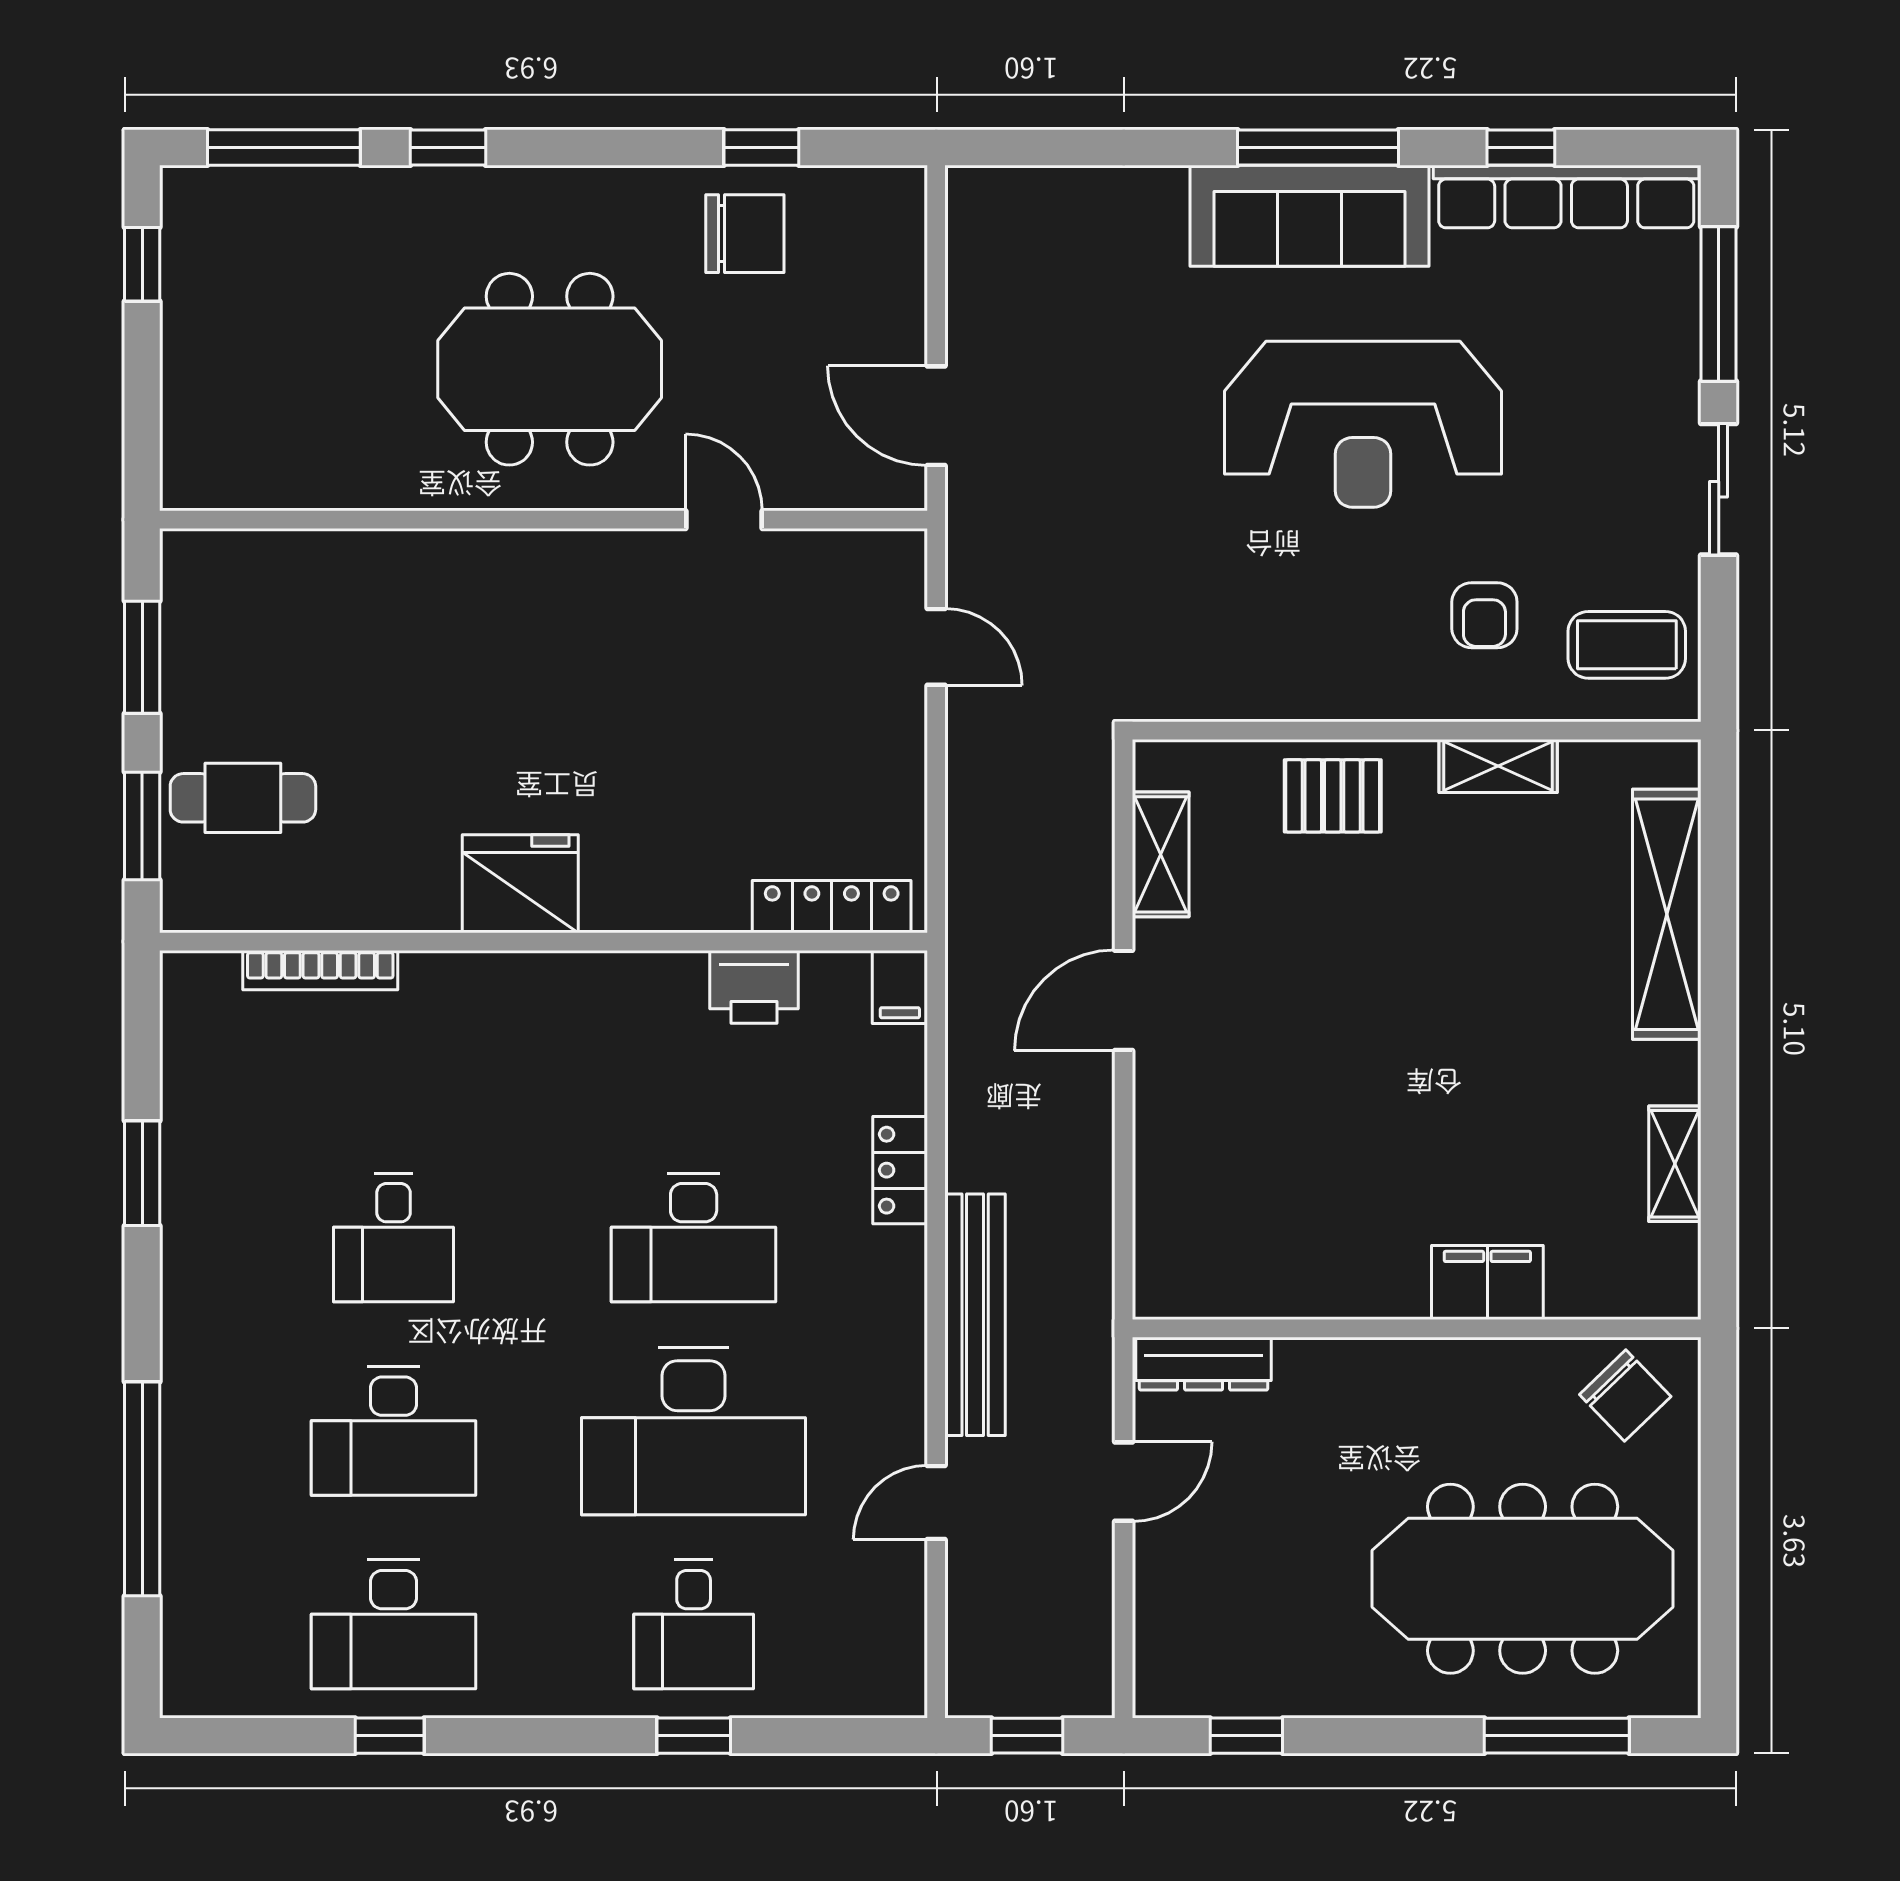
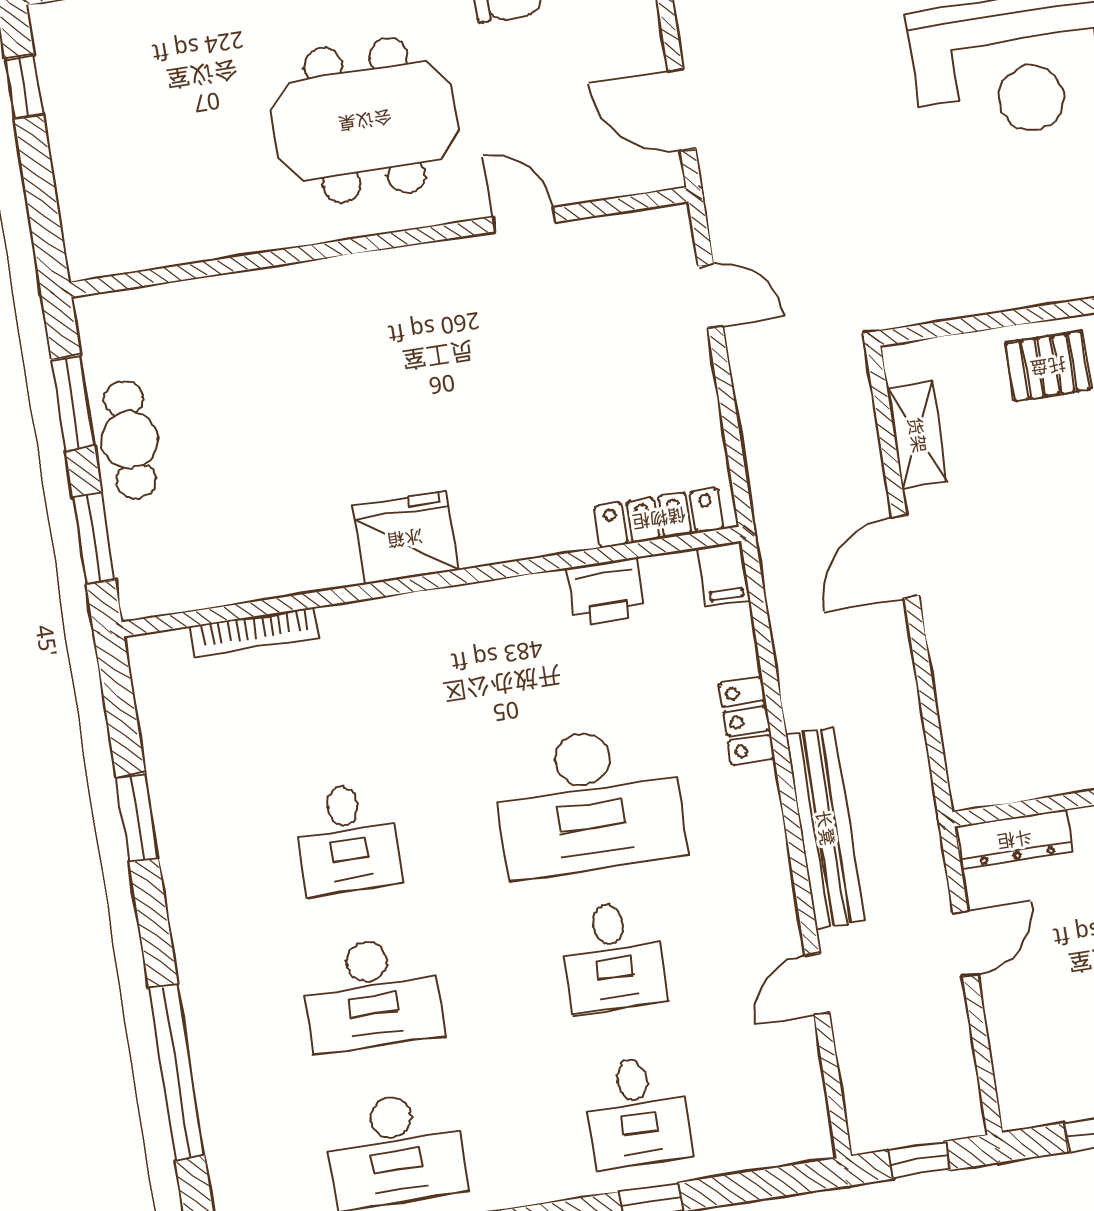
cafe table: (243, 798) -> (130, 440), moved, turned 90
desk: (694, 1237) -> (589, 801), width x1.36, depth x1.30
desk: (694, 1431) -> (613, 957), width x0.53, depth x0.77

